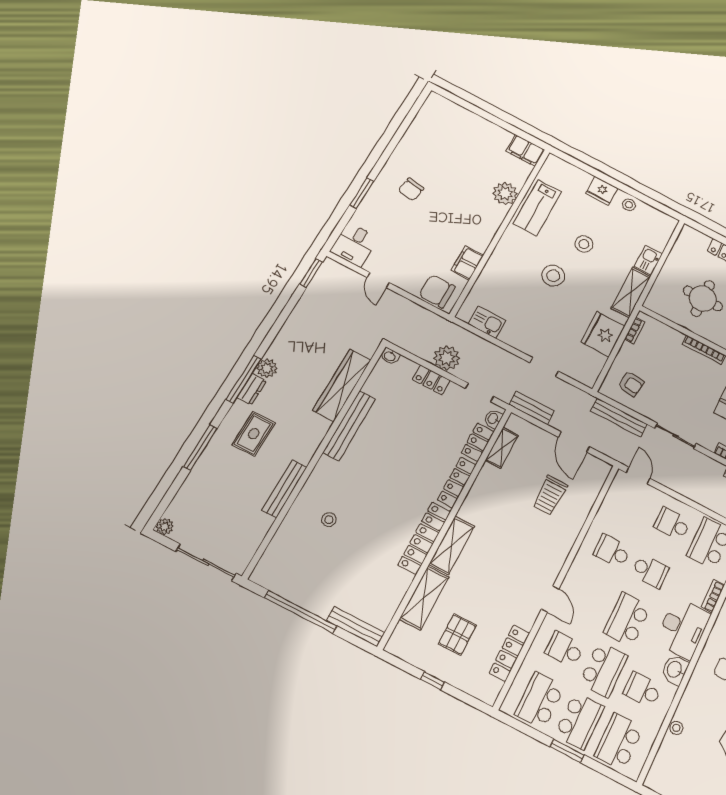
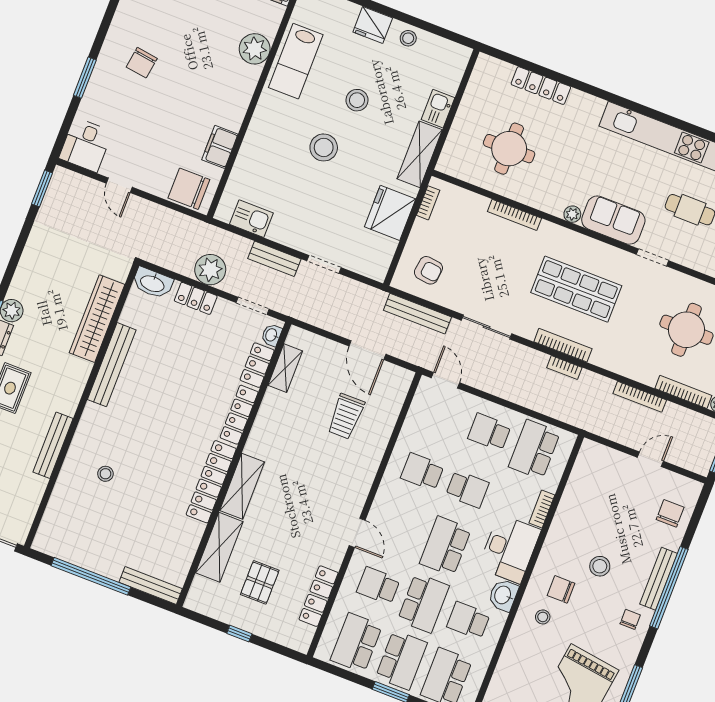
washbasin: (390, 356) -> (152, 283), width x1.91, depth x1.45
bench: (532, 408) -> (274, 259), moved
stool: (676, 728) -> (543, 617), moved

